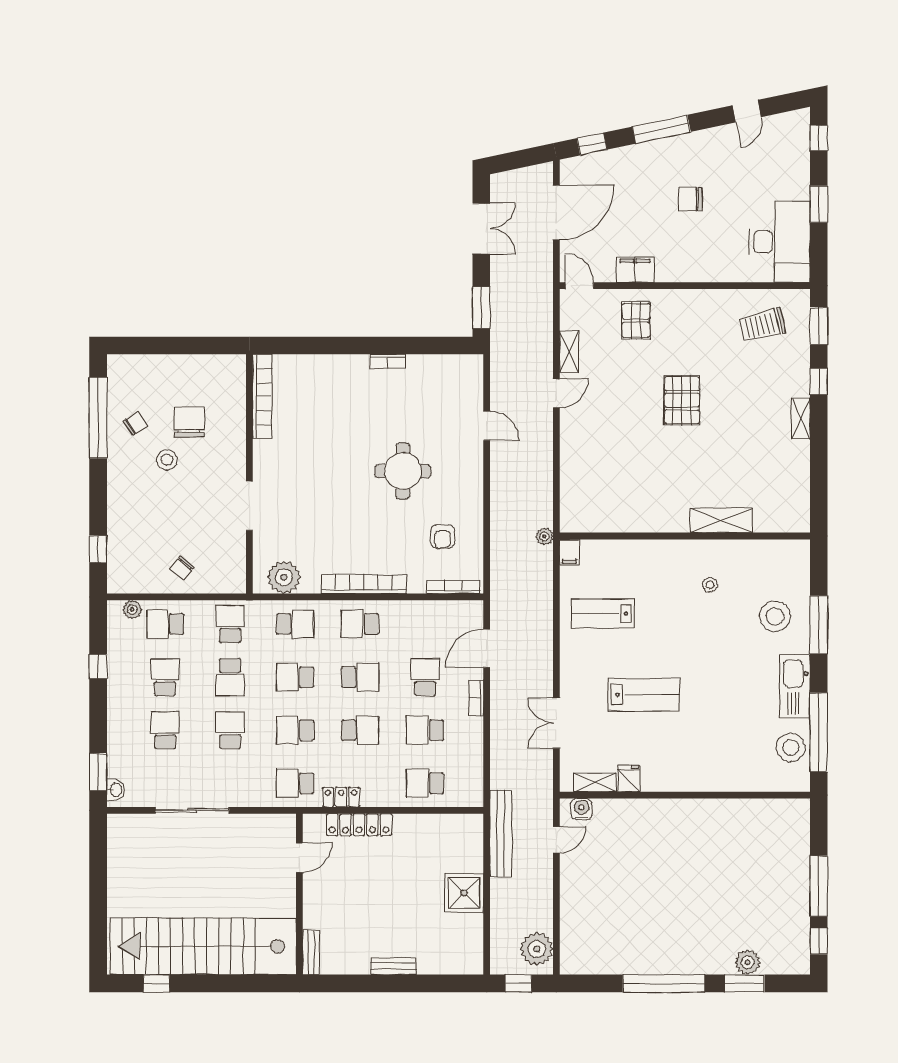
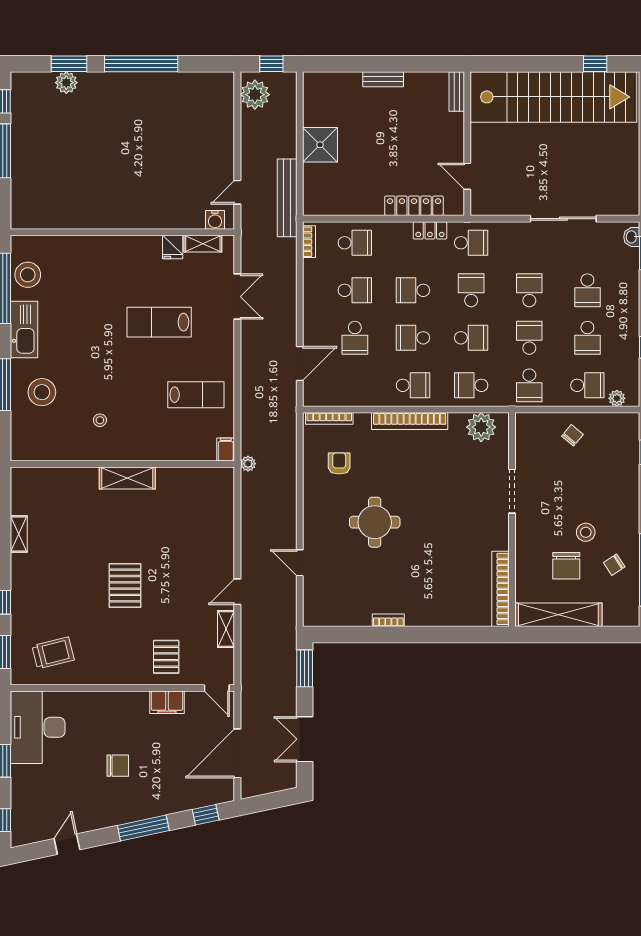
shelving: (198, 367) -> (558, 615), added
shelving: (801, 419) -> (19, 534), moved
shelving: (721, 520) -> (127, 478), moved
bookcase: (476, 698) -> (309, 242), moved
school desk: (230, 730) -> (529, 290), turned 180
school desk: (295, 730) -> (471, 290), turned -90
door: (299, 858) -> (467, 176), hinge flipped

